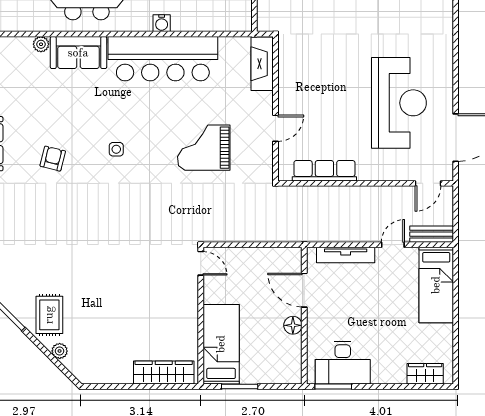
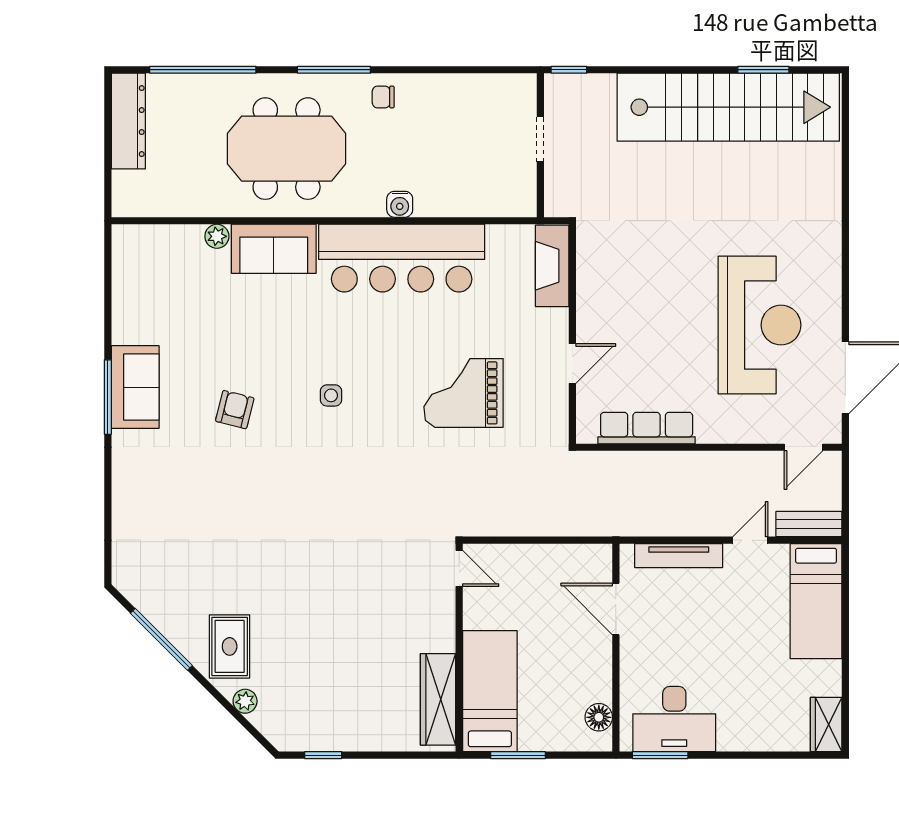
floor lamp: (293, 325) -> (599, 717), moved
wardrobe: (164, 373) -> (438, 699), moved, turned -90
wardrobe: (425, 374) -> (826, 724), moved, turned -90
window: (111, 387) -> (323, 755), added

